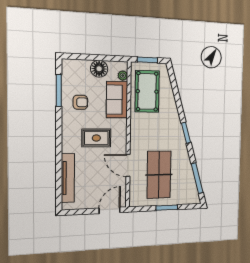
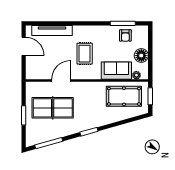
armchair: (80, 102) -> (125, 35), moved
door: (110, 210) -> (24, 46), moved

